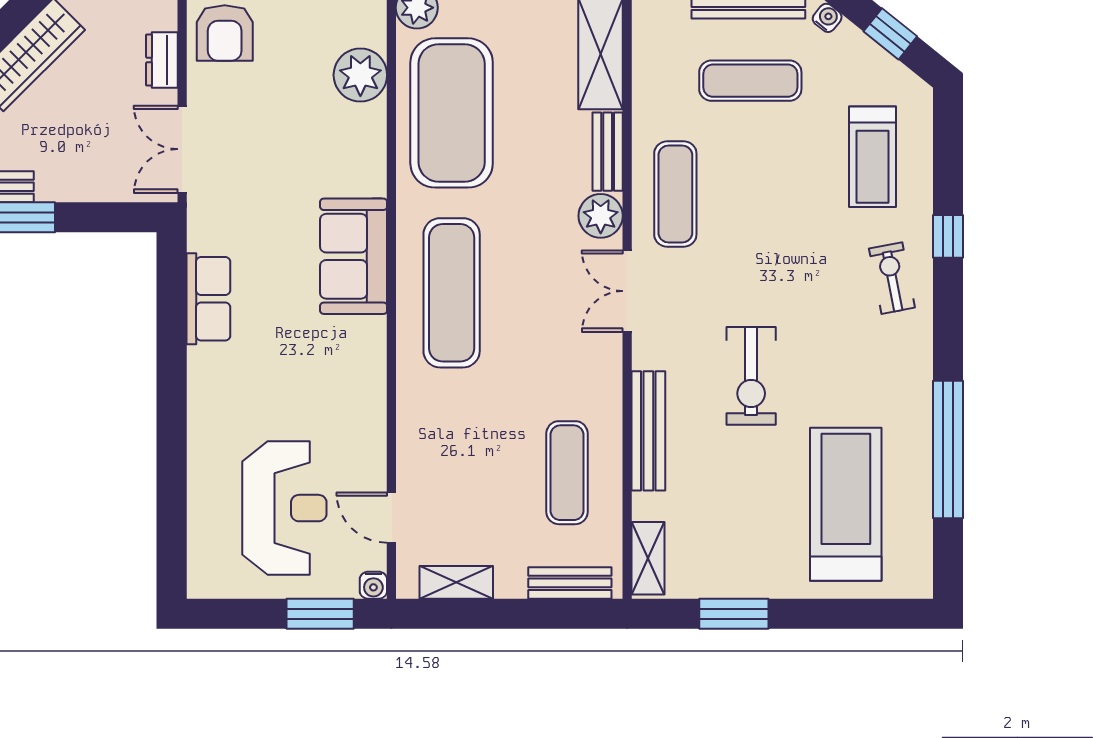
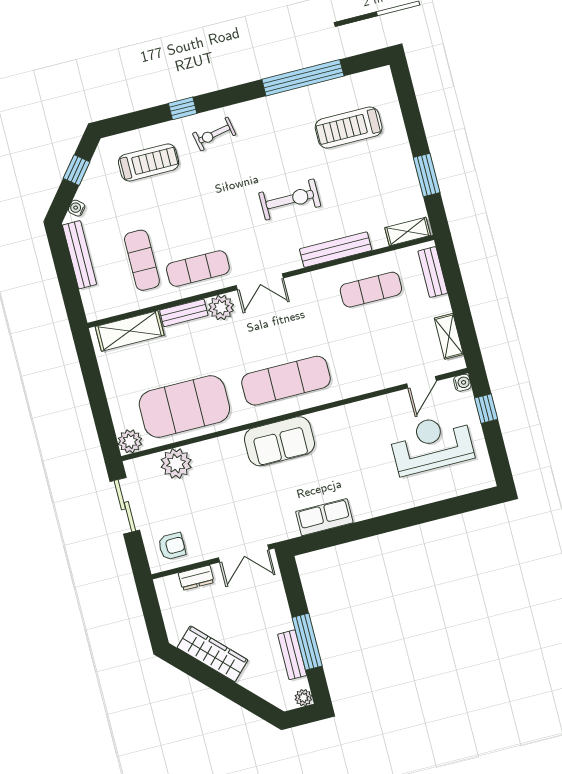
armchair: (225, 33) -> (172, 546), width x0.72, depth x0.72
exercise mat: (750, 81) -> (142, 260), moved
treadmill: (846, 504) -> (349, 128), width x0.73, depth x0.73
window: (320, 614) -> (486, 409), width x0.67

